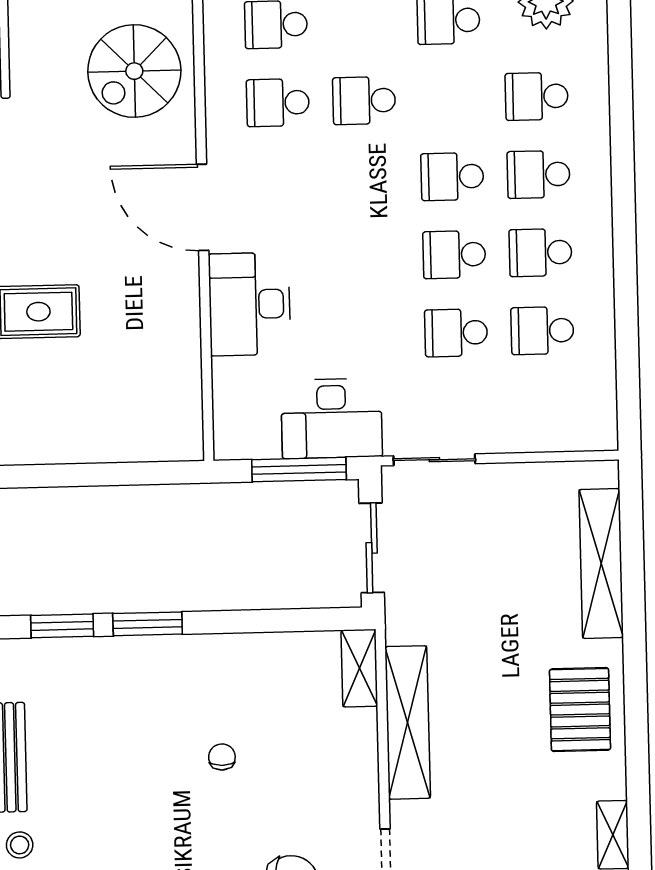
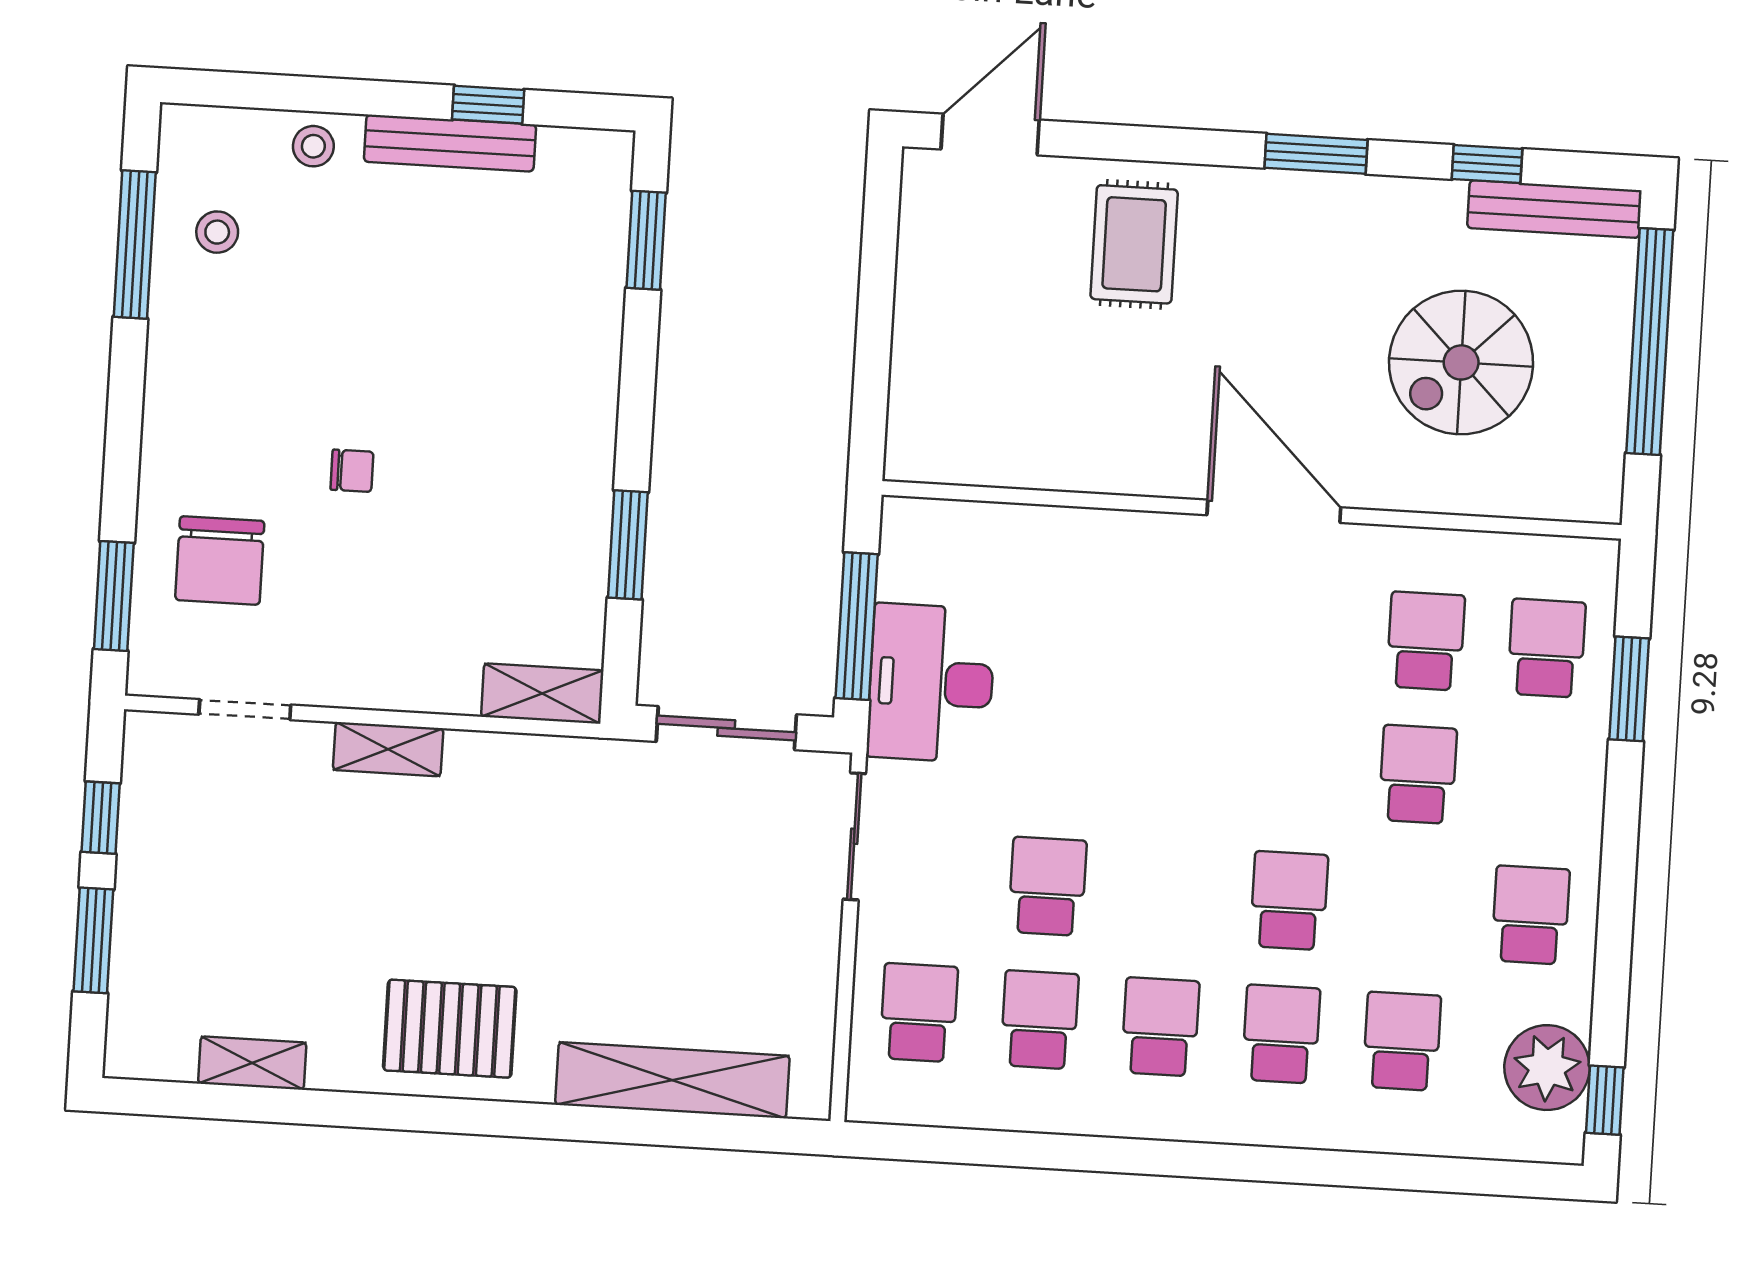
spiral stairs: (134, 71) -> (1461, 362), moved, turned -90
door: (203, 207) -> (1274, 511), hinge flipped
school desk: (454, 255) -> (919, 1013), moved
desk: (249, 304) -> (1118, 571), removed
window: (148, 624) -> (628, 545), moved
shelving: (408, 722) -> (388, 749), width x0.45, depth x0.75
chair: (222, 757) -> (352, 471), moved

